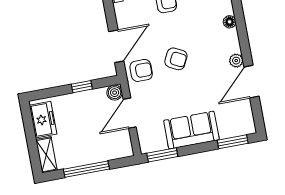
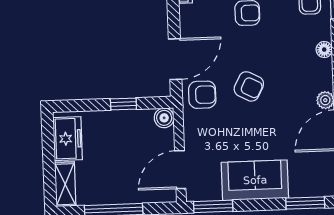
door: (130, 113) -> (180, 170), moved

